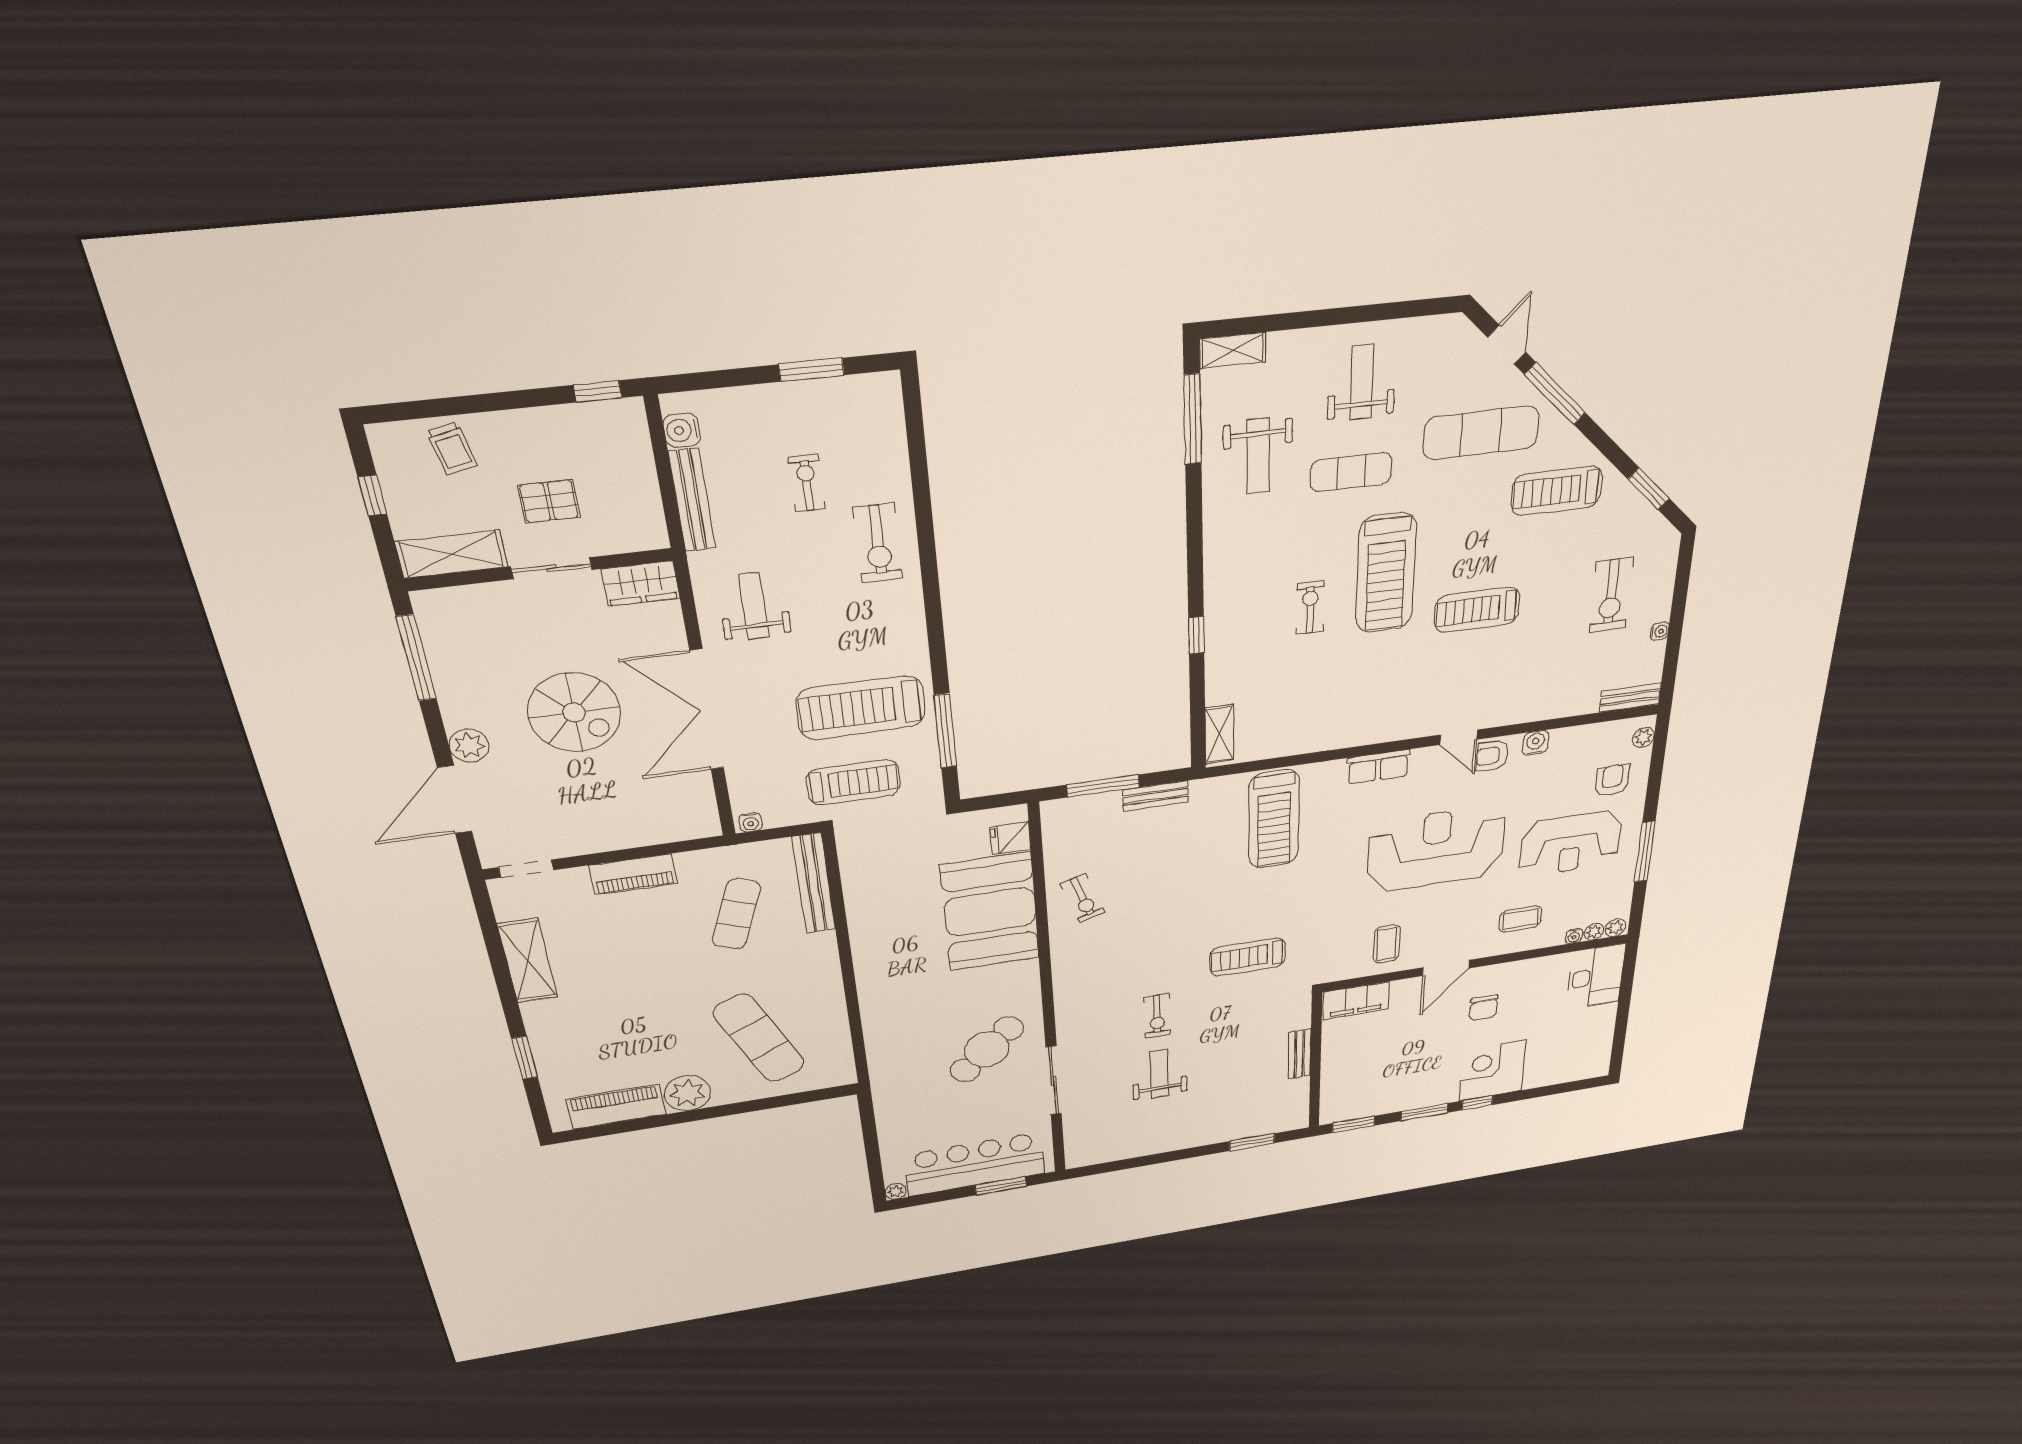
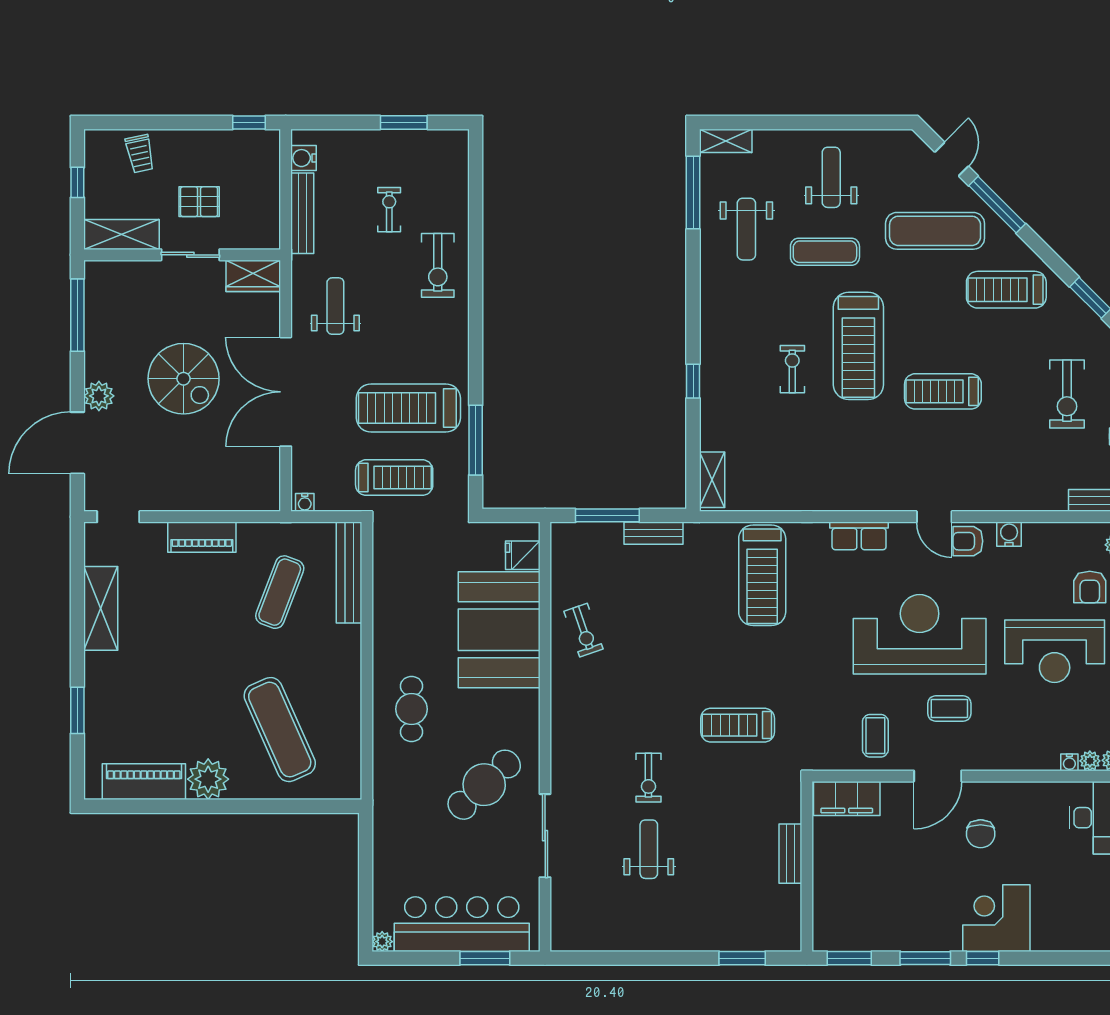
armchair: (1612, 780) -> (1090, 587), turned 180
coffee table: (1520, 919) -> (949, 709), moved
cafe table: (902, 997) -> (412, 709), added

